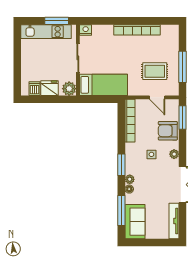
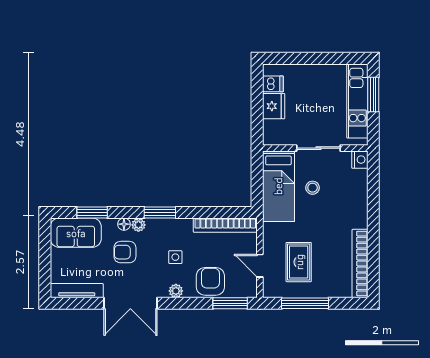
window: (57, 21) -> (373, 95), moved
bookcase: (137, 30) -> (360, 264), moved
stool: (105, 62) -> (313, 188), added
plant: (69, 89) -> (273, 135), removed
door: (157, 97) -> (260, 266), hinge flipped
armchair: (148, 188) -> (125, 252), added
window: (121, 211) -> (92, 213), width x0.69

